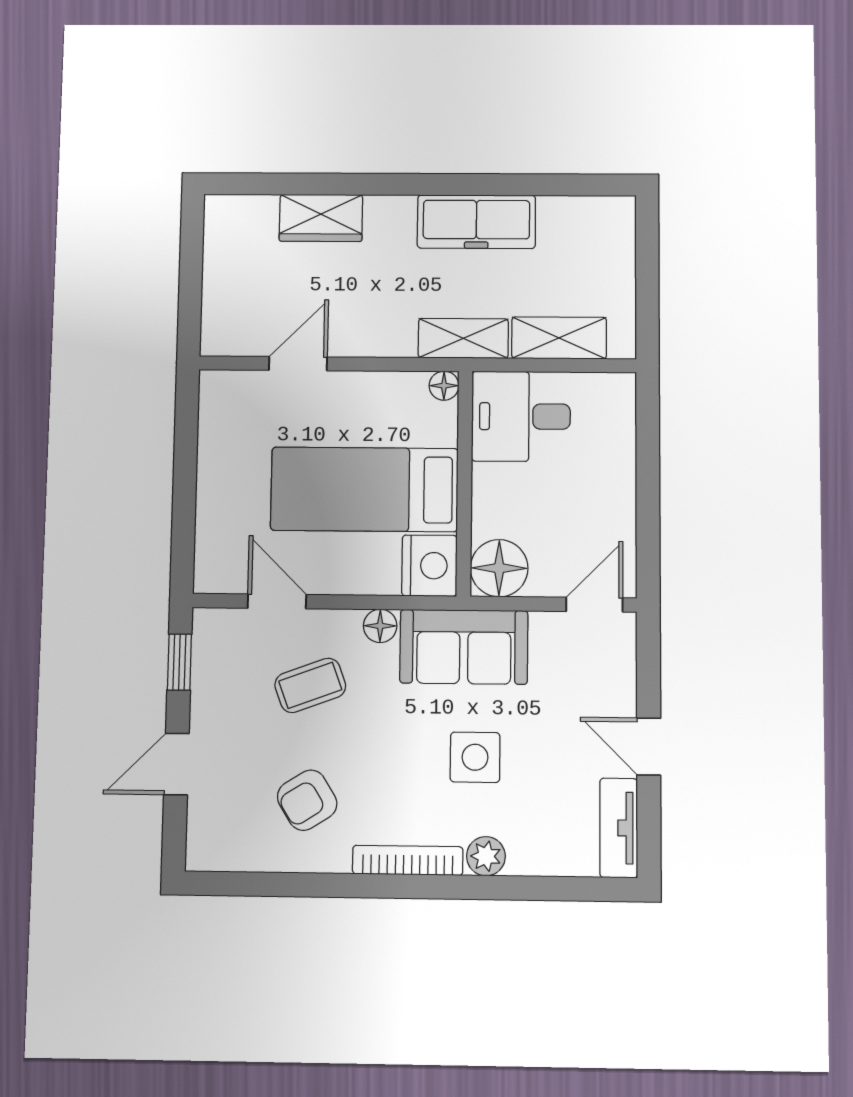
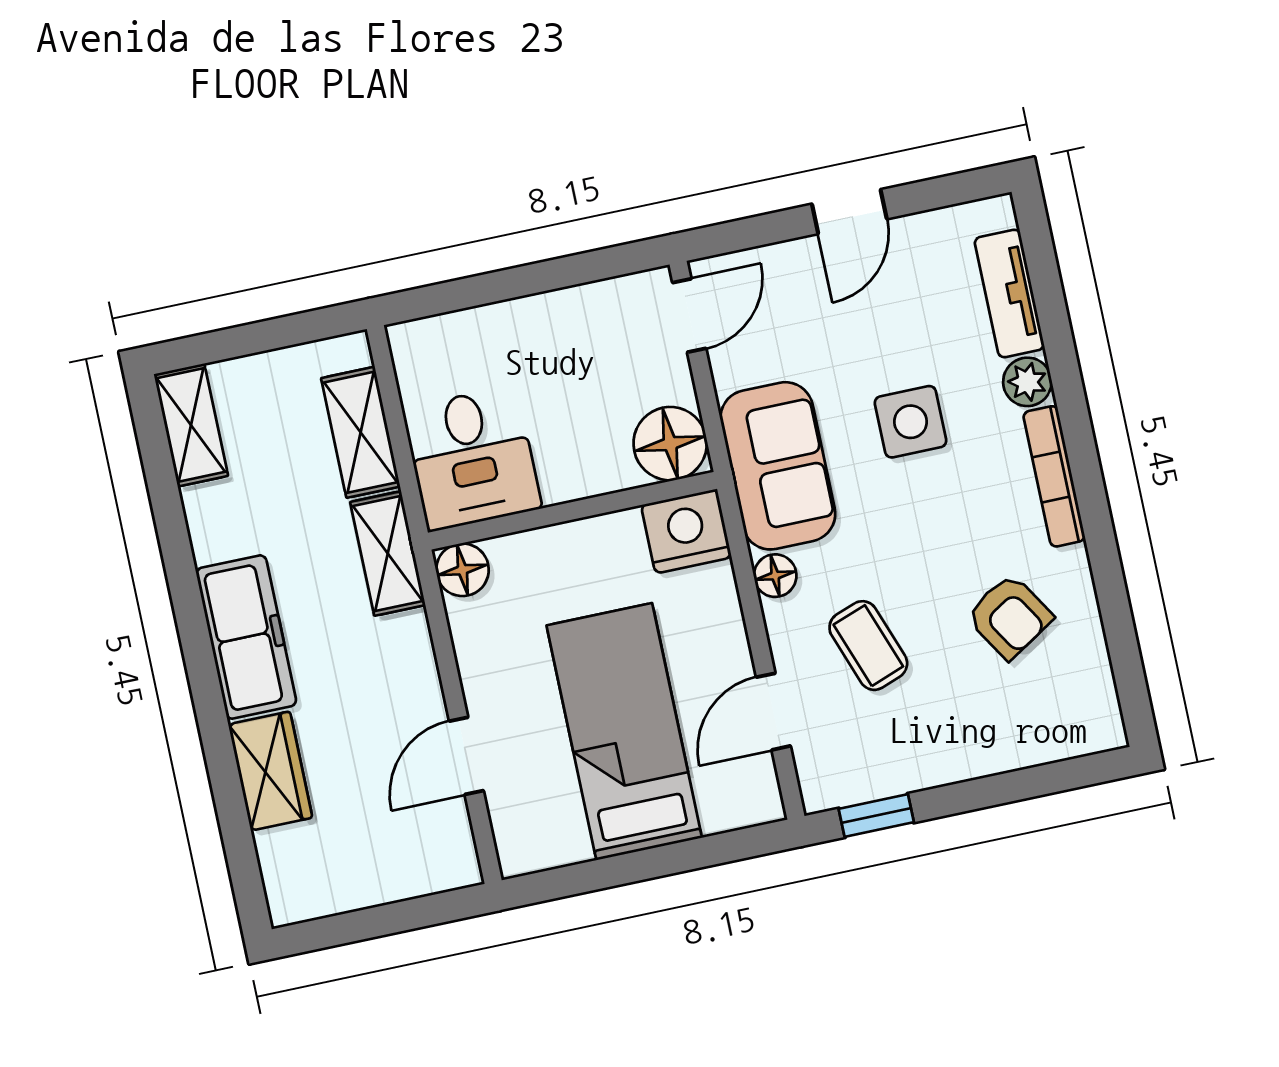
shelving: (592, 215) -> (191, 425), added
freezer: (476, 222) -> (246, 637), moved
door: (298, 364) -> (466, 756), hinge flipped
floor lamp: (444, 386) -> (462, 570), width x1.37, depth x1.37
bed: (364, 489) -> (624, 732), moved, turned 180
door: (594, 605) -> (689, 315), swing flipped
door: (176, 764) -> (1002, 789), removed
tv unit: (619, 828) -> (1009, 293), moved, turned 90

